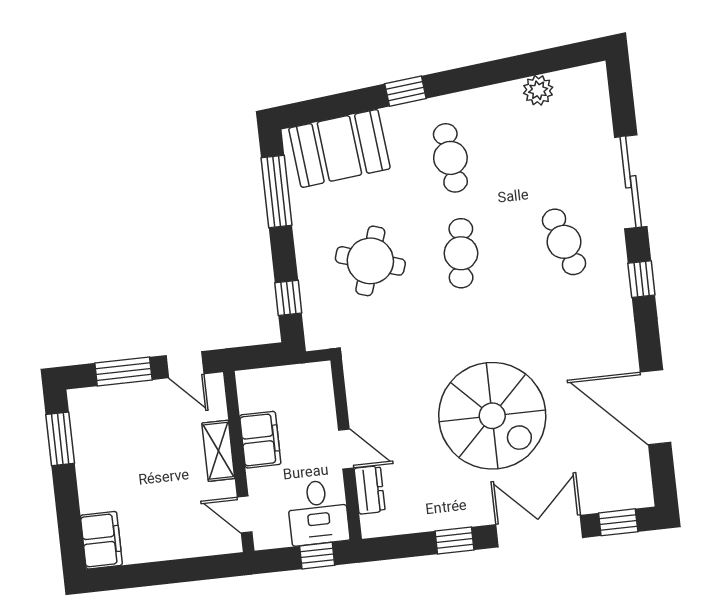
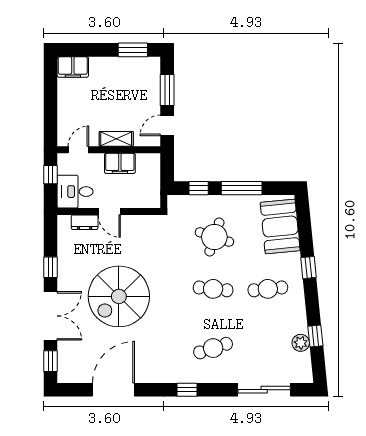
window: (523, 66) -> (315, 336), added
sliding door: (631, 182) -> (264, 390), moved
window: (276, 191) -> (242, 188), moved
door: (346, 449) -> (109, 211), hinge flipped
window: (317, 556) -> (51, 175), moved

